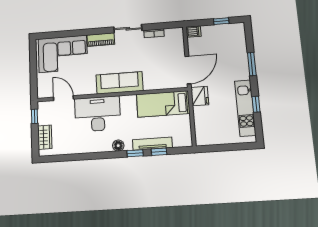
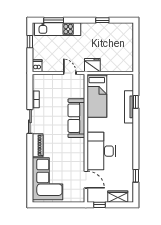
window: (252, 64) -> (54, 20), moved
door: (188, 70) -> (70, 73), width x0.53
sofa: (119, 83) -> (76, 118), moved
door: (63, 98) -> (86, 180), swing flipped
kitchen unit: (245, 108) -> (58, 29), moved
floor lamp: (118, 146) -> (129, 135), removed
window: (135, 153) -> (136, 176), moved

